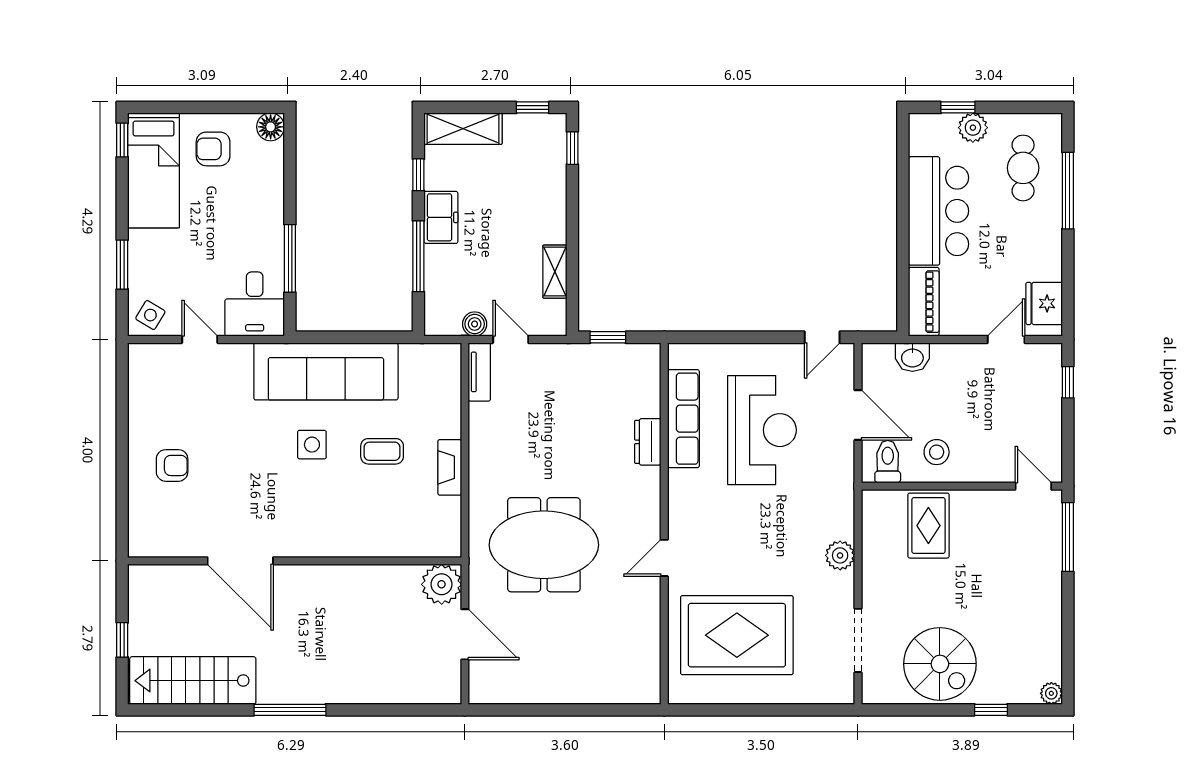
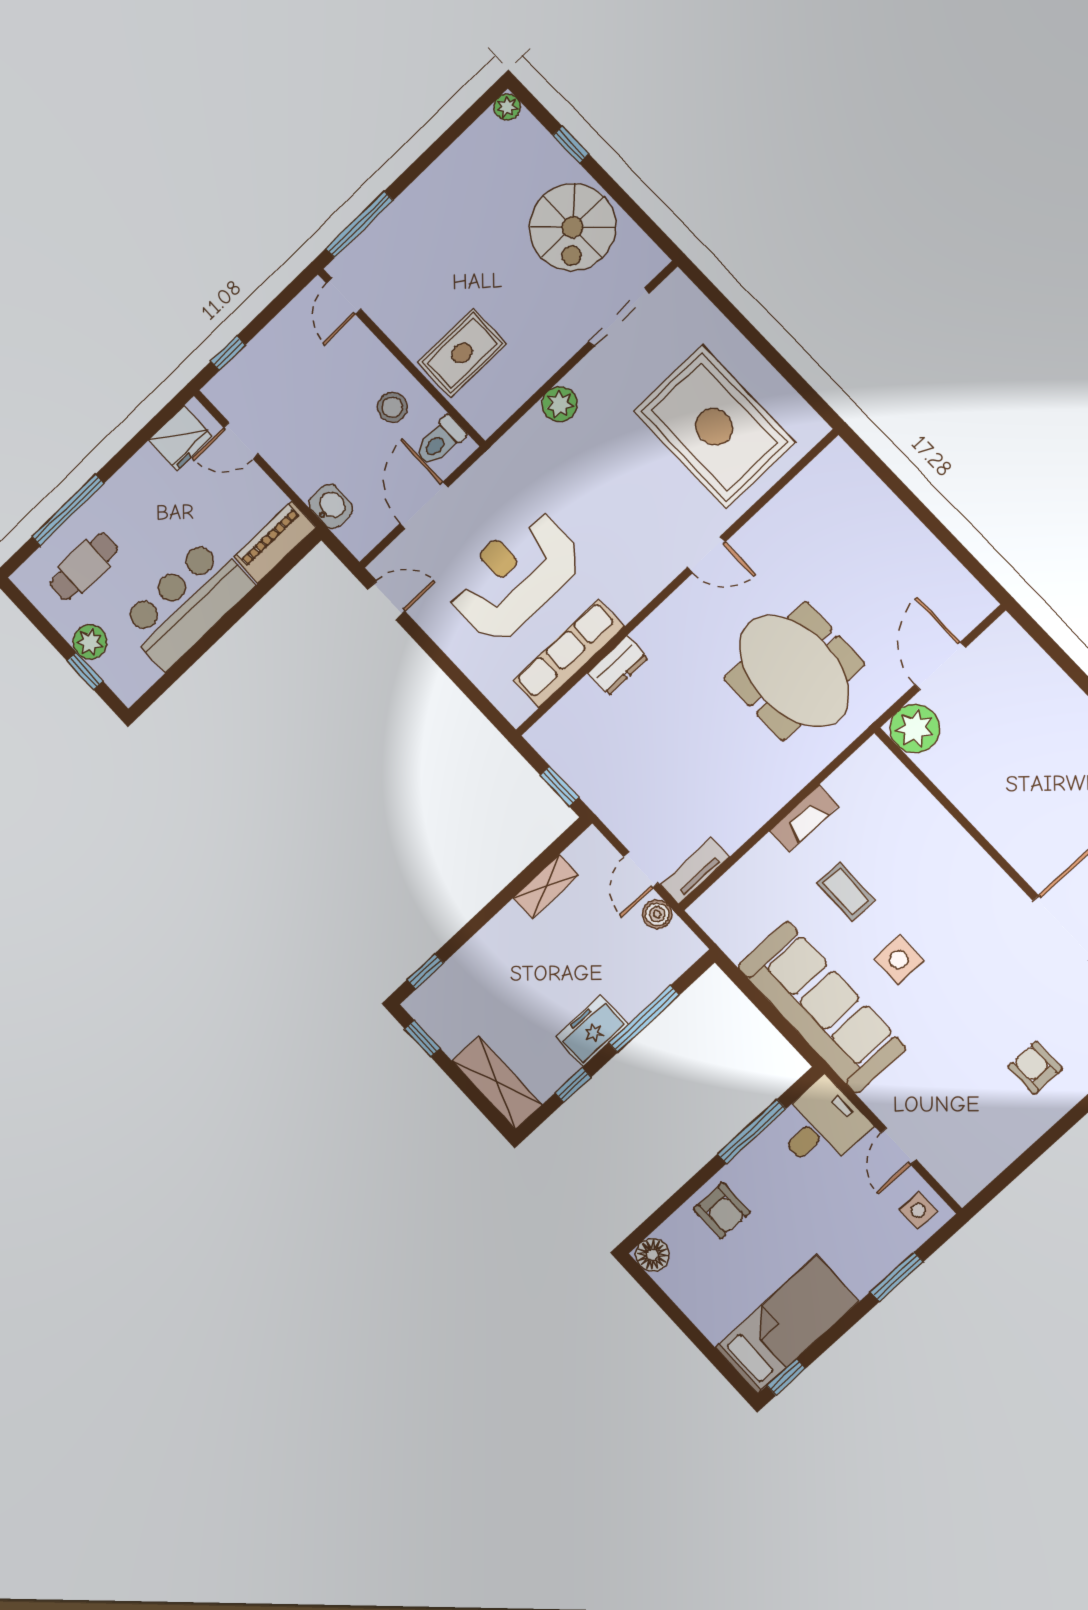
armchair: (213, 149) -> (722, 1211), moved
side table: (150, 315) -> (918, 1210), turned -31
spiral stairs: (940, 664) -> (572, 227), turned 180

